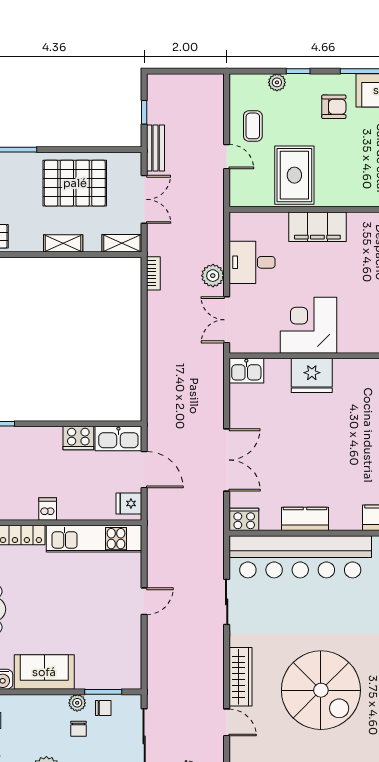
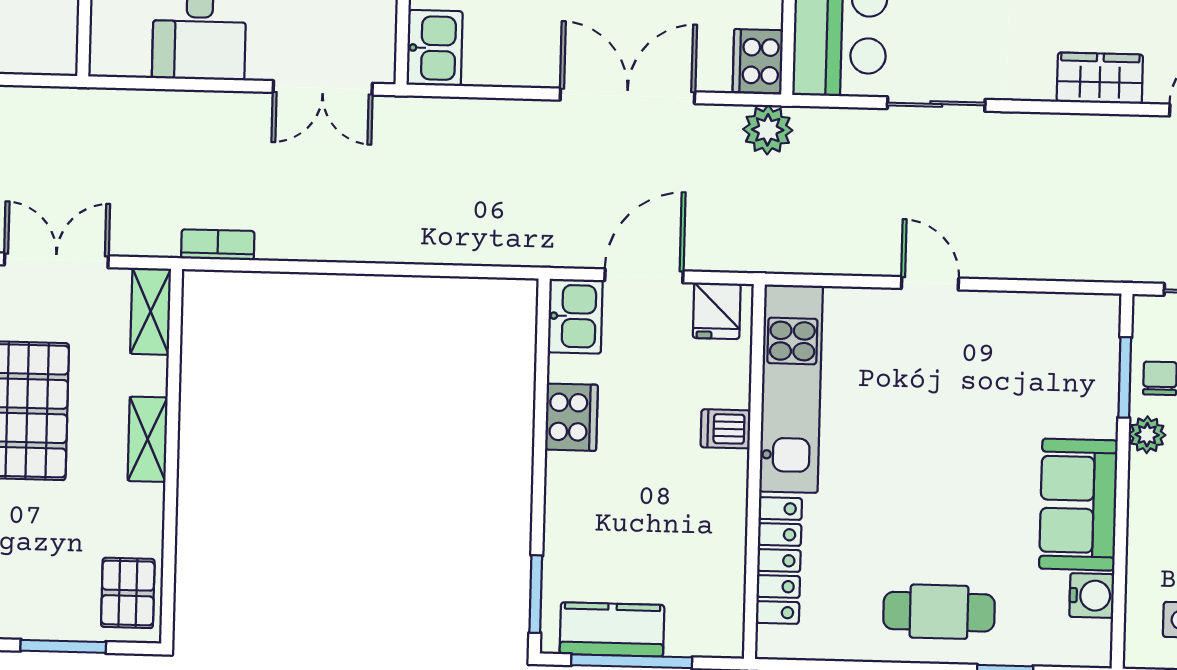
plant: (213, 276) -> (768, 130), moved
kitchen sink: (118, 439) -> (575, 316), width x0.73
dishwasher: (48, 509) -> (726, 429), moved
wardrobe: (240, 677) -> (1100, 78), width x0.67

